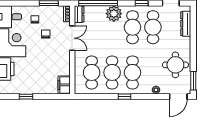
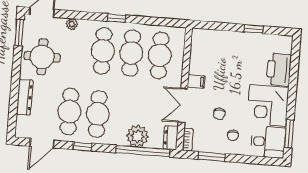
plant: (114, 14) -> (138, 136), moved
dresser: (186, 24) -> (25, 97), moved
filing cabinet: (64, 85) -> (196, 81), moved, width x0.50

